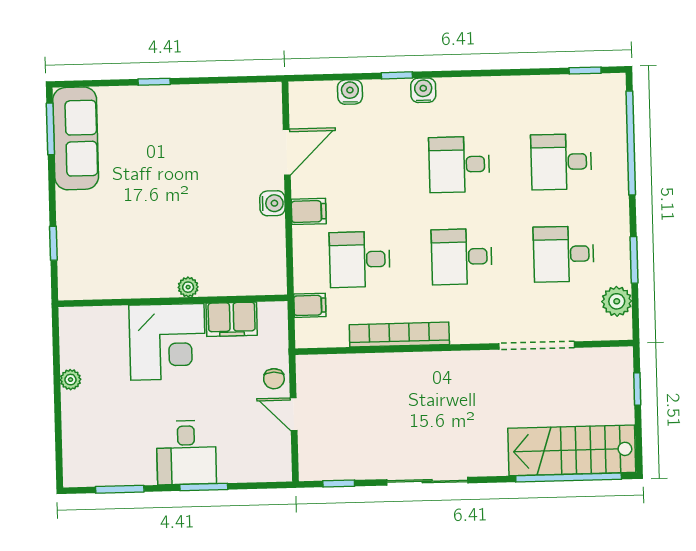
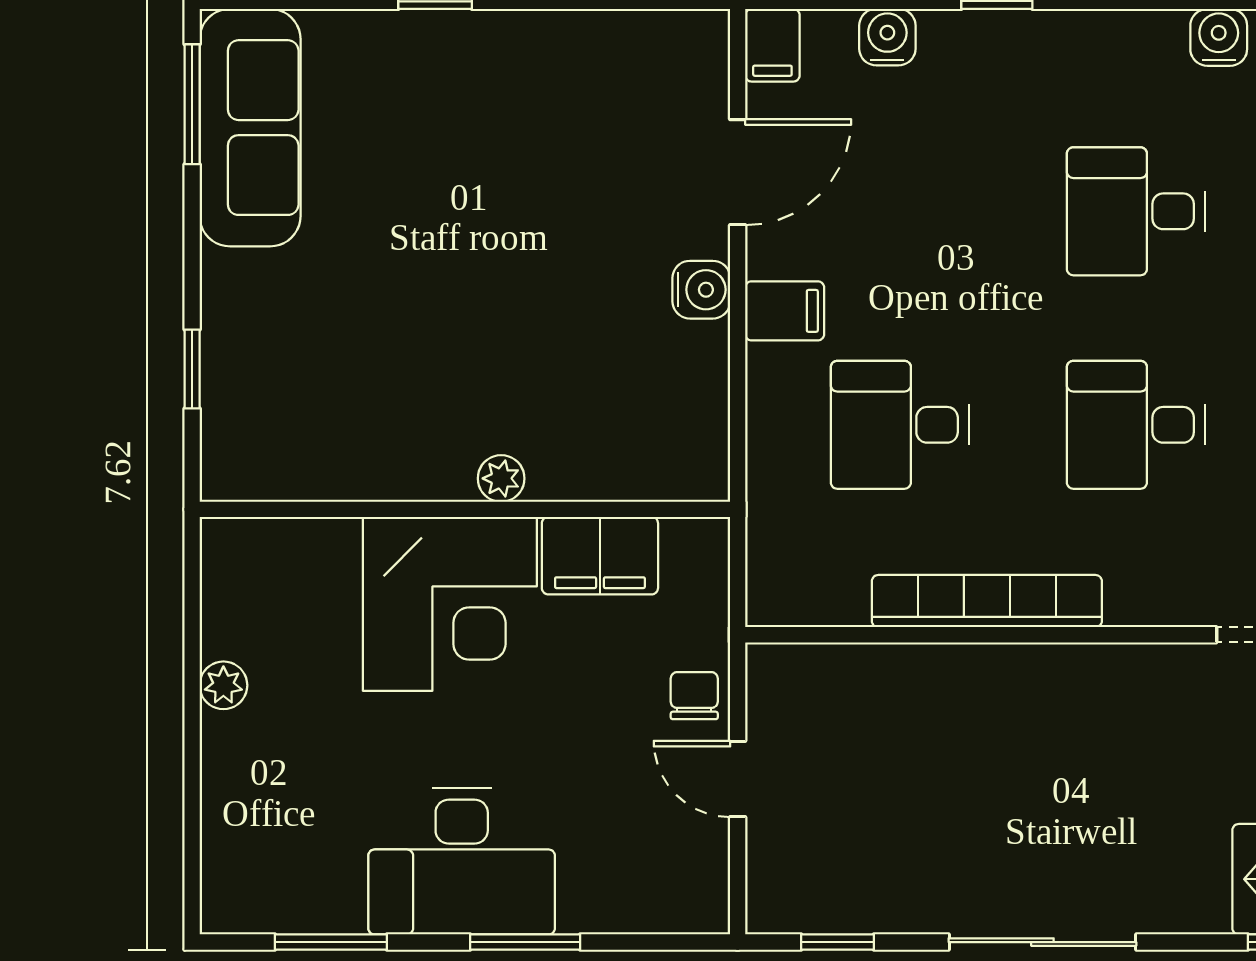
water cooler: (423, 90) -> (1219, 37), moved
filing cabinet: (310, 305) -> (772, 45), moved, turned 90
chair: (274, 379) -> (694, 696), turned 180
desk: (186, 453) -> (462, 861), width x1.37

